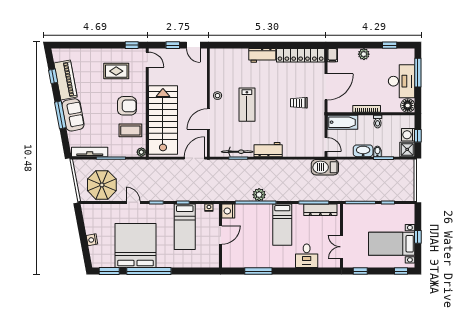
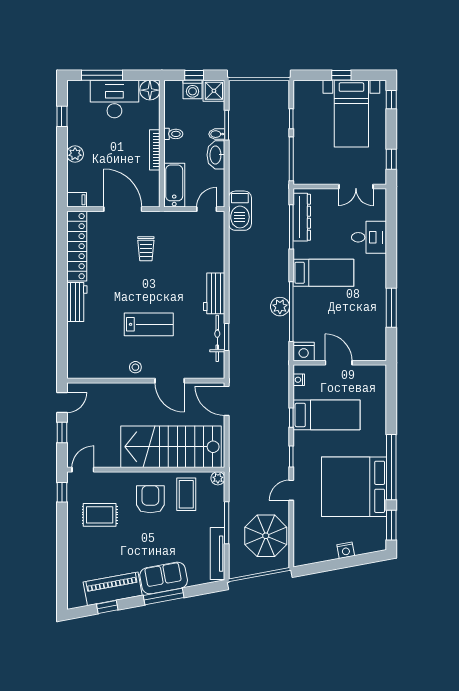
rug: (116, 71) -> (100, 515), turned 90

